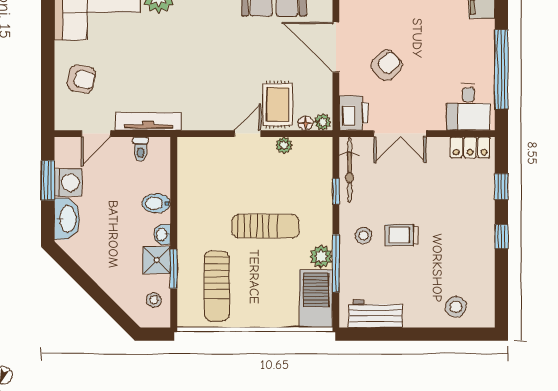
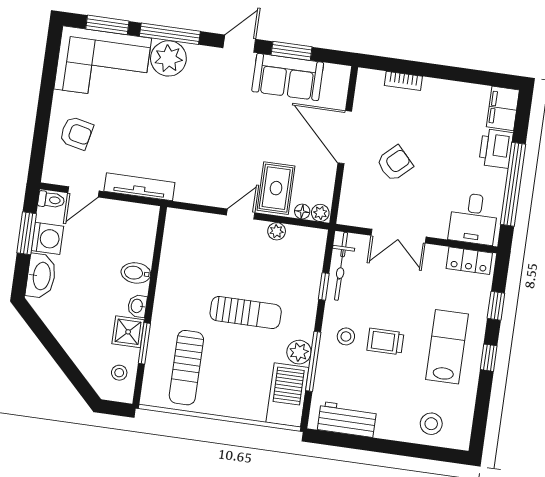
printer: (354, 113) -> (496, 149), moved, turned 180
toilet: (141, 149) -> (51, 200), moved, turned -90
lab bench: (461, 232) -> (447, 347), added

